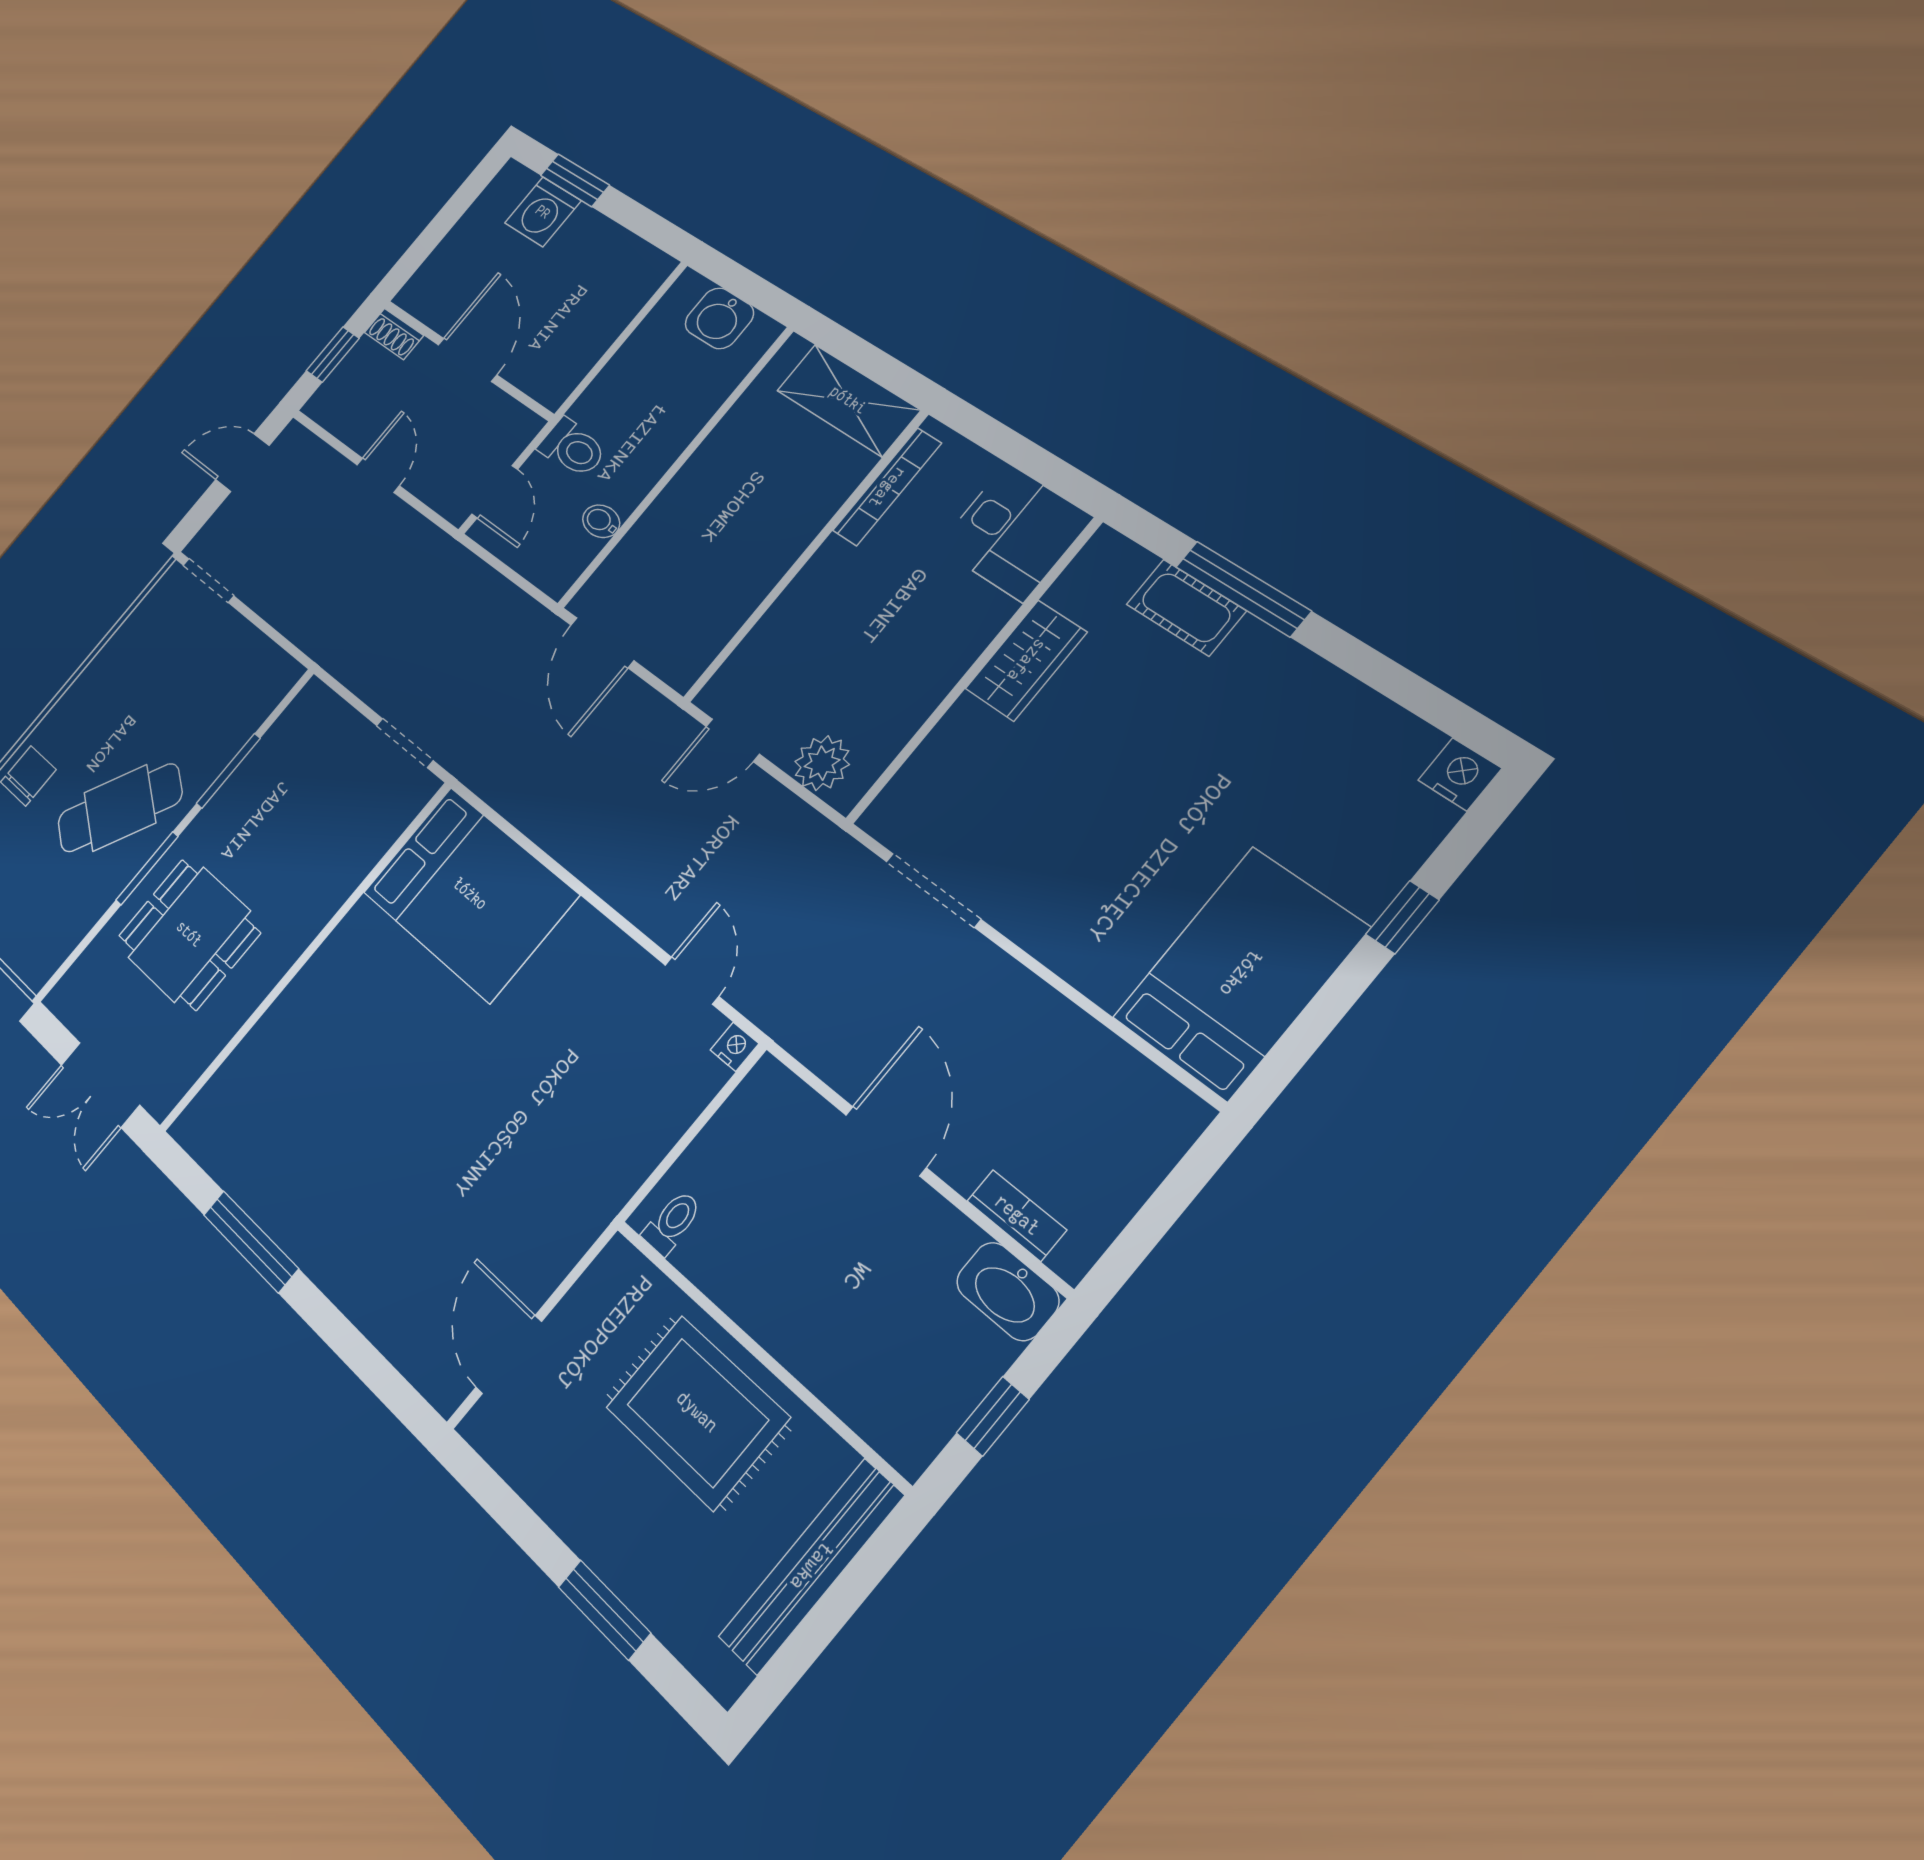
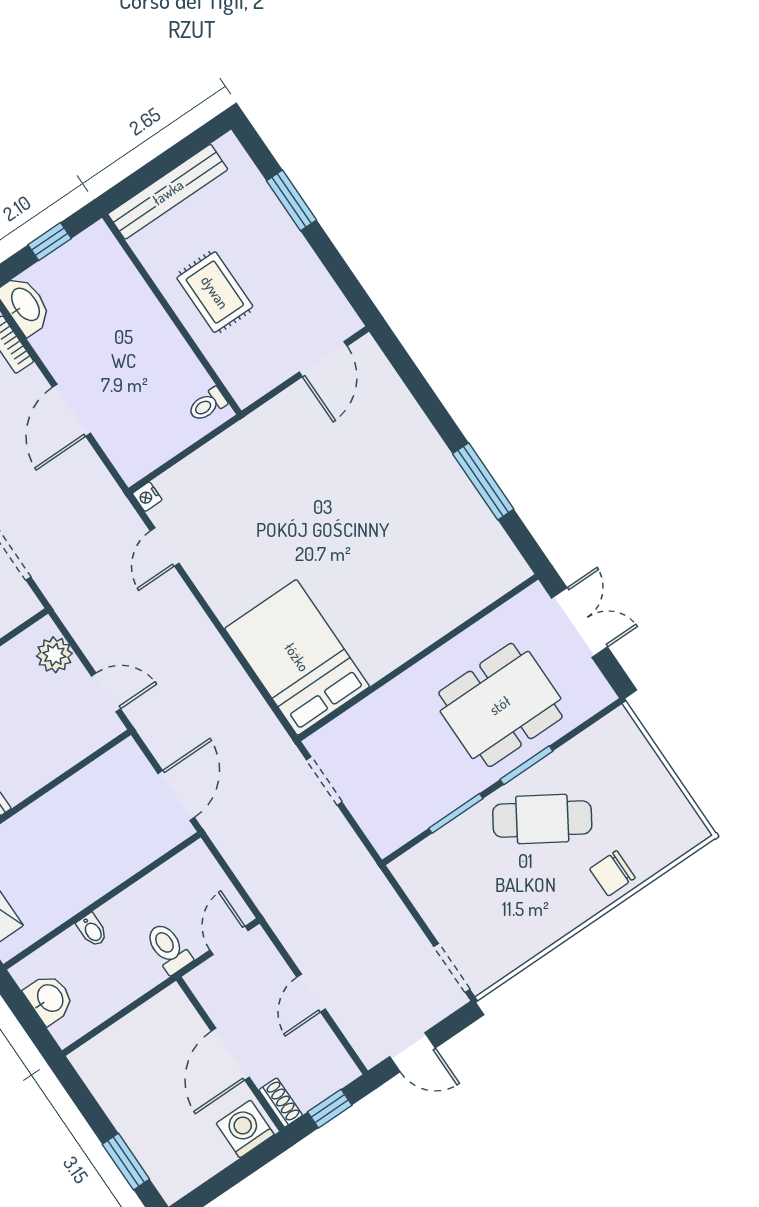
washing machine: (543, 212) -> (245, 1129), moved, turned -90
bidet: (601, 521) -> (92, 930), moved
dining table: (189, 934) -> (500, 705), width x1.38
rug: (697, 1412) -> (215, 292), width x0.73, depth x0.70

